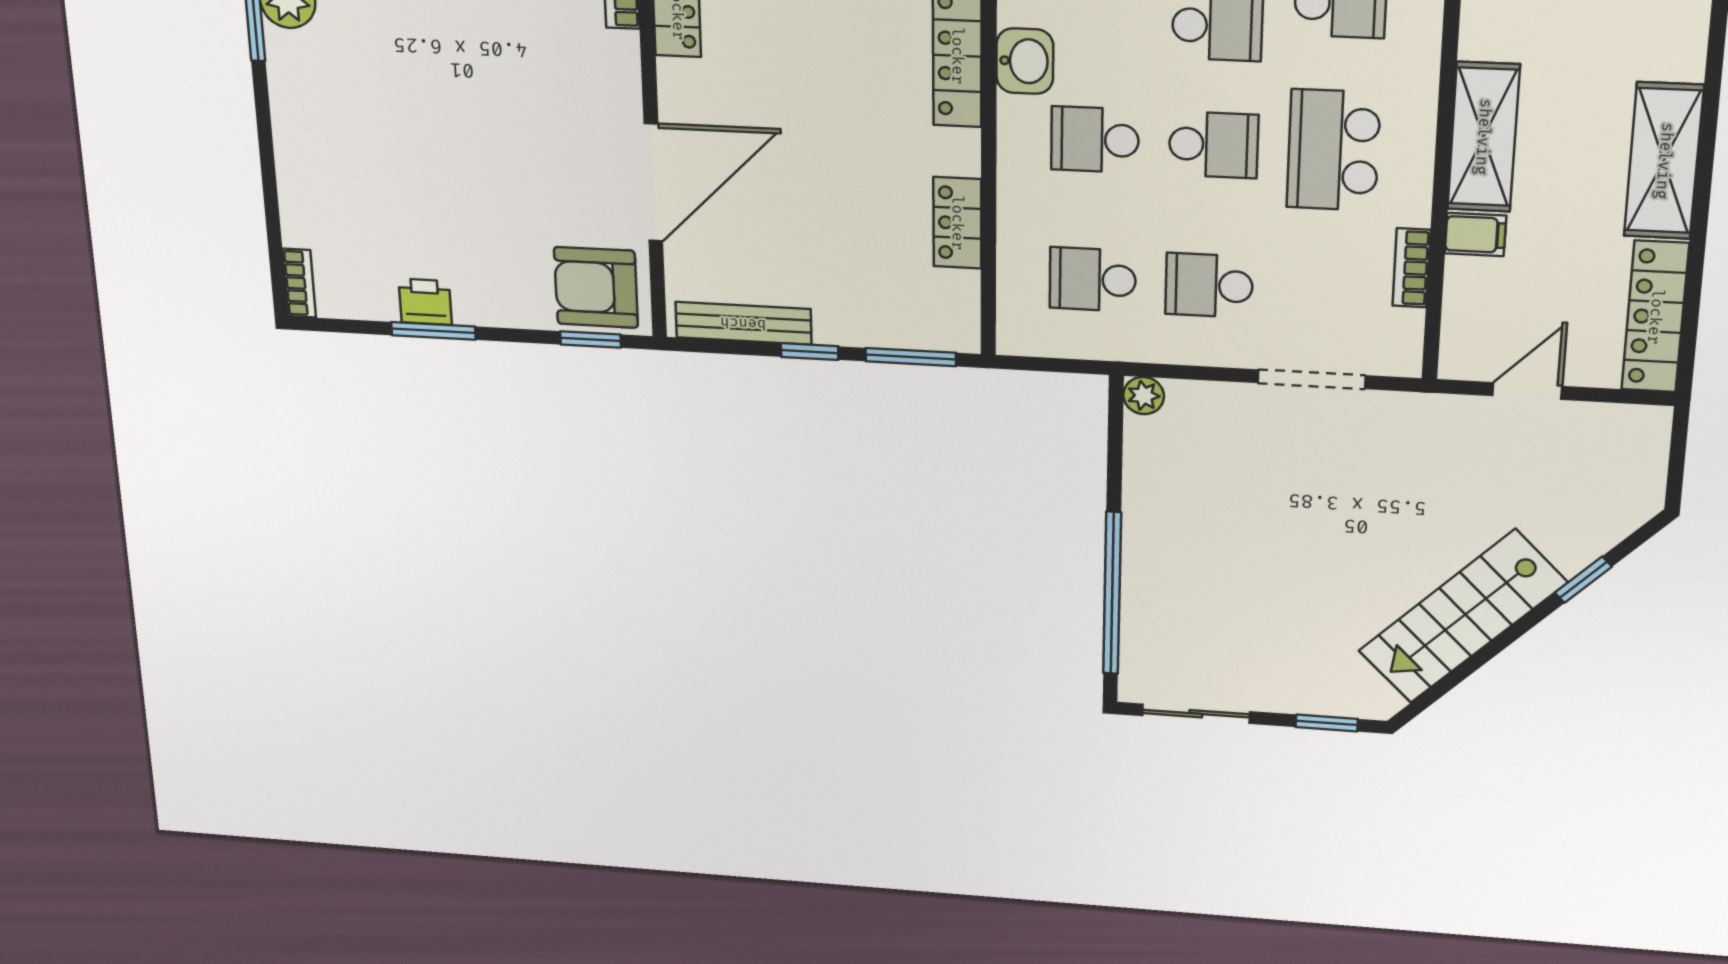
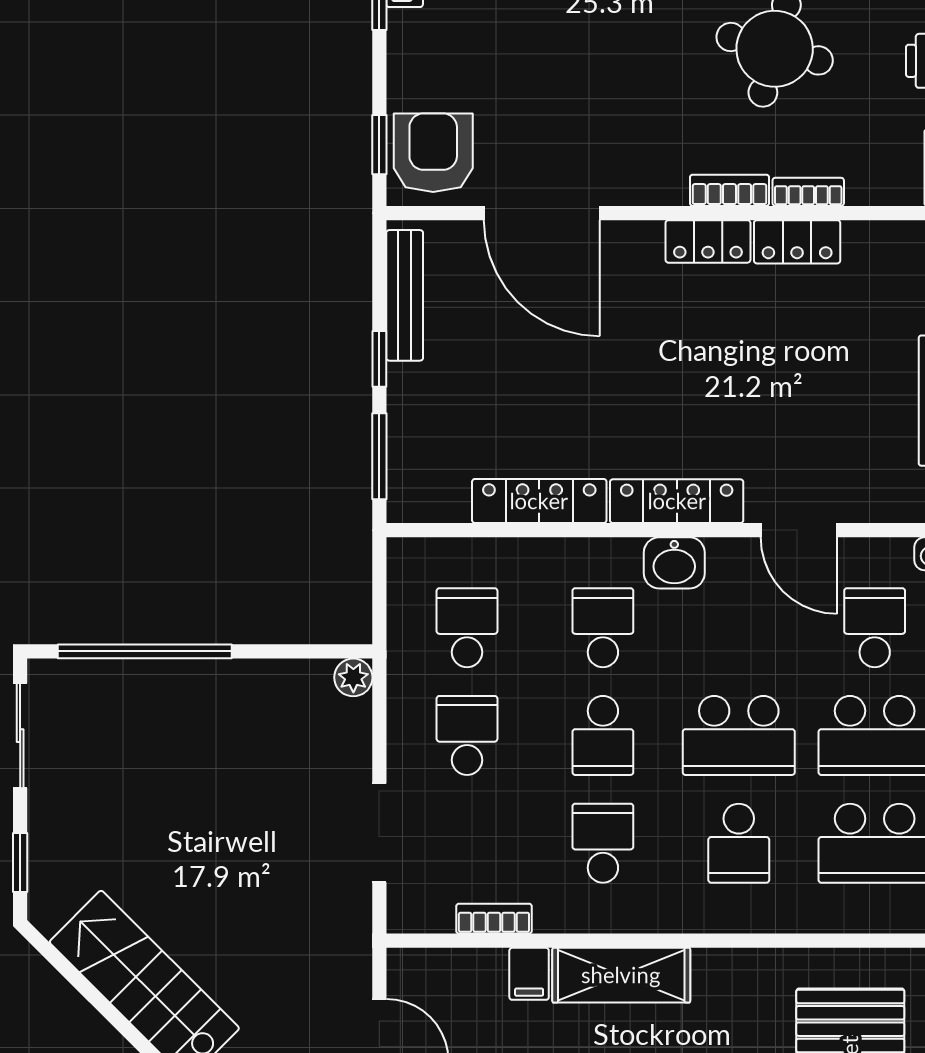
school desk: (1333, 150) -> (603, 843), width x0.54
locker: (957, 223) -> (539, 501), width x1.53

